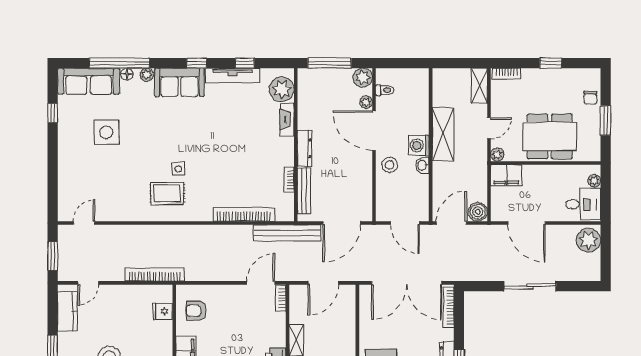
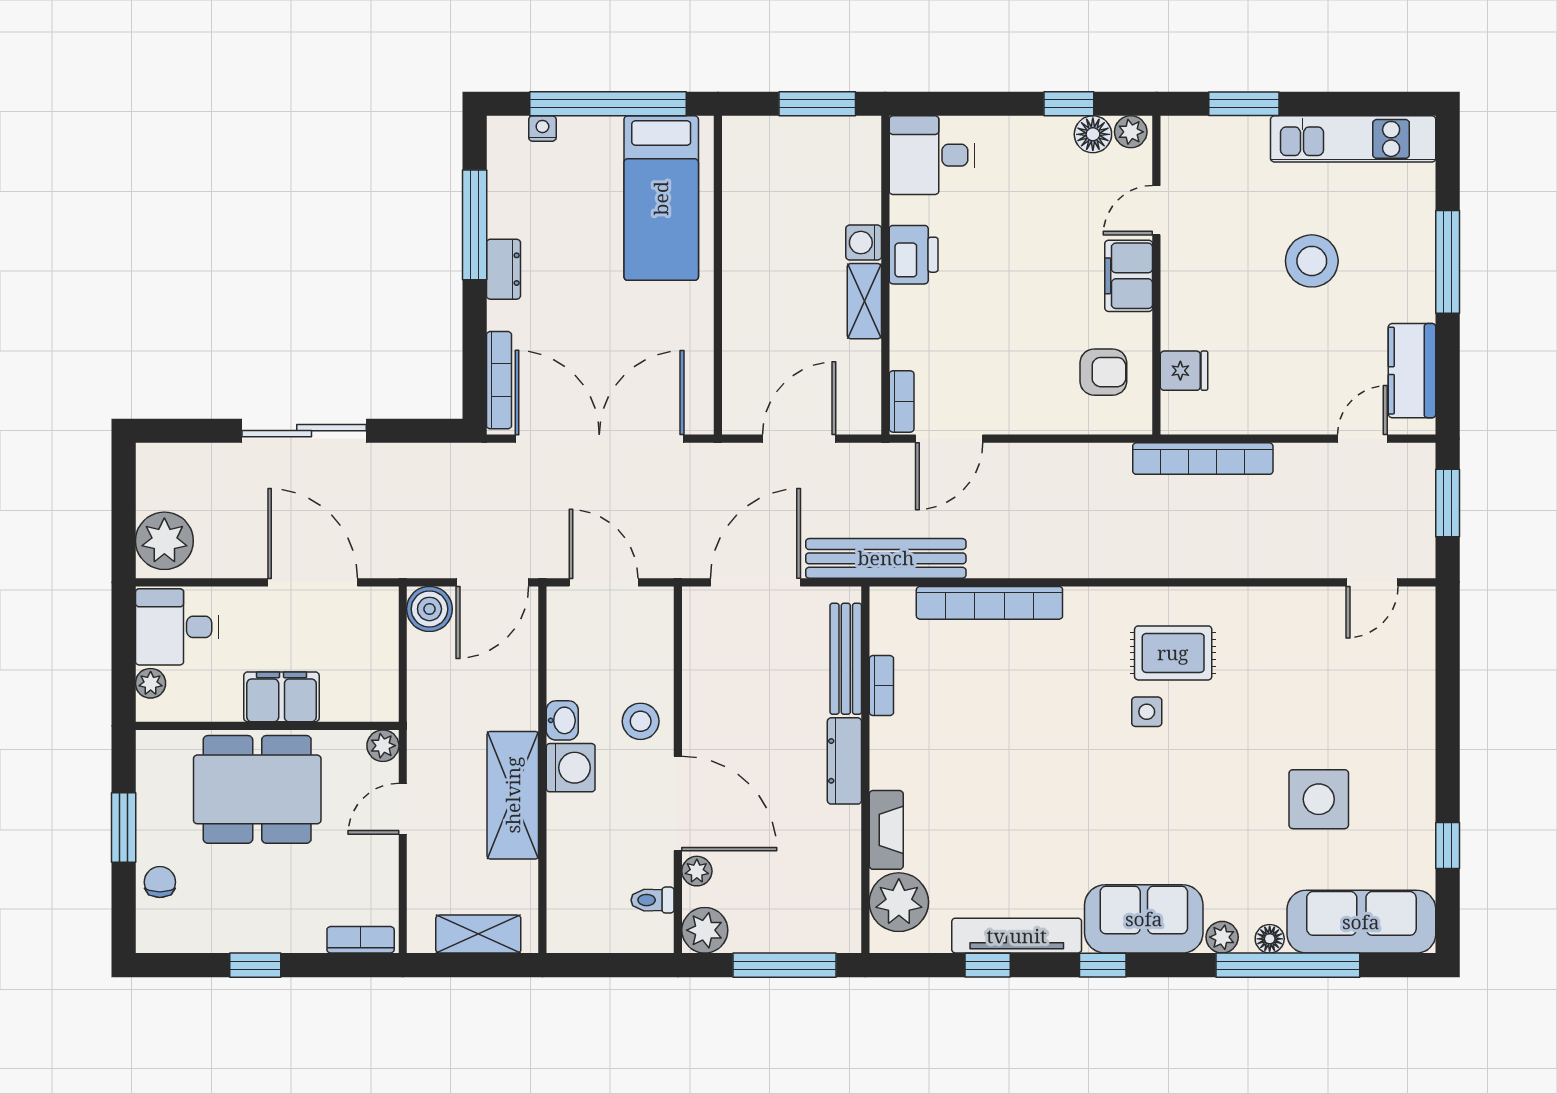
shelving: (479, 86) -> (478, 934), moved, turned 90
filing cabinet: (506, 175) -> (282, 697), moved

